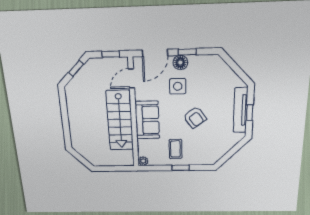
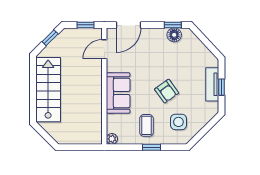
window: (187, 52) -> (173, 25), moved
floor lamp: (180, 63) -> (174, 35), moved
side table: (178, 86) -> (178, 122), moved
tv unit: (240, 110) -> (212, 84), width x0.71
stairs: (120, 121) -> (48, 90), moved, turned 180

